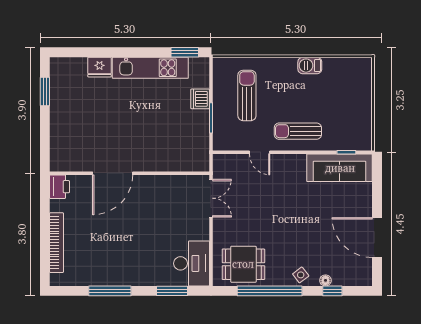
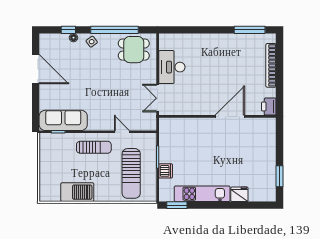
barbecue: (310, 66) -> (77, 192), width x1.88, depth x1.53
sun lounger: (247, 95) -> (131, 173), width x1.36, depth x1.34
desk: (192, 263) -> (172, 67), moved
window: (110, 291) -> (250, 30), moved
window: (172, 291) -> (186, 30), removed

